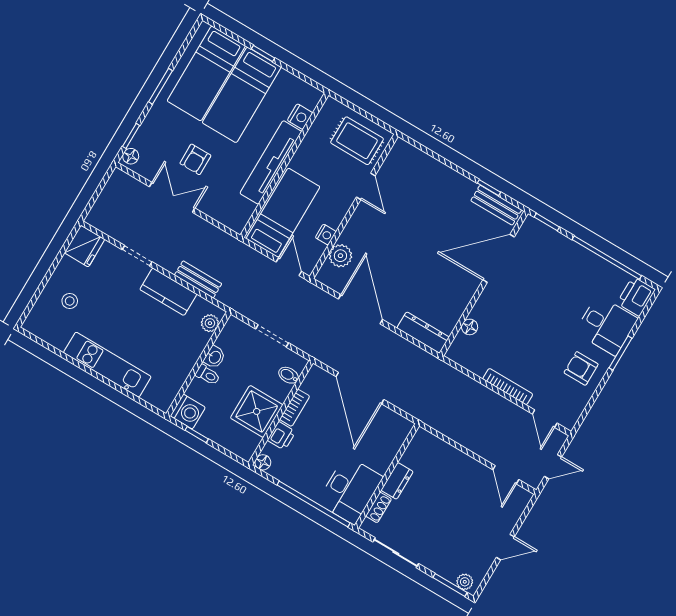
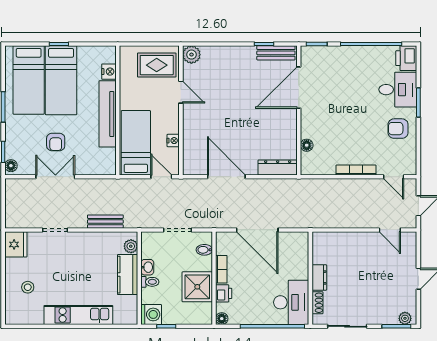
plant: (340, 256) -> (191, 55), moved
kitchen counter: (168, 292) -> (128, 275), moved, turned 90

